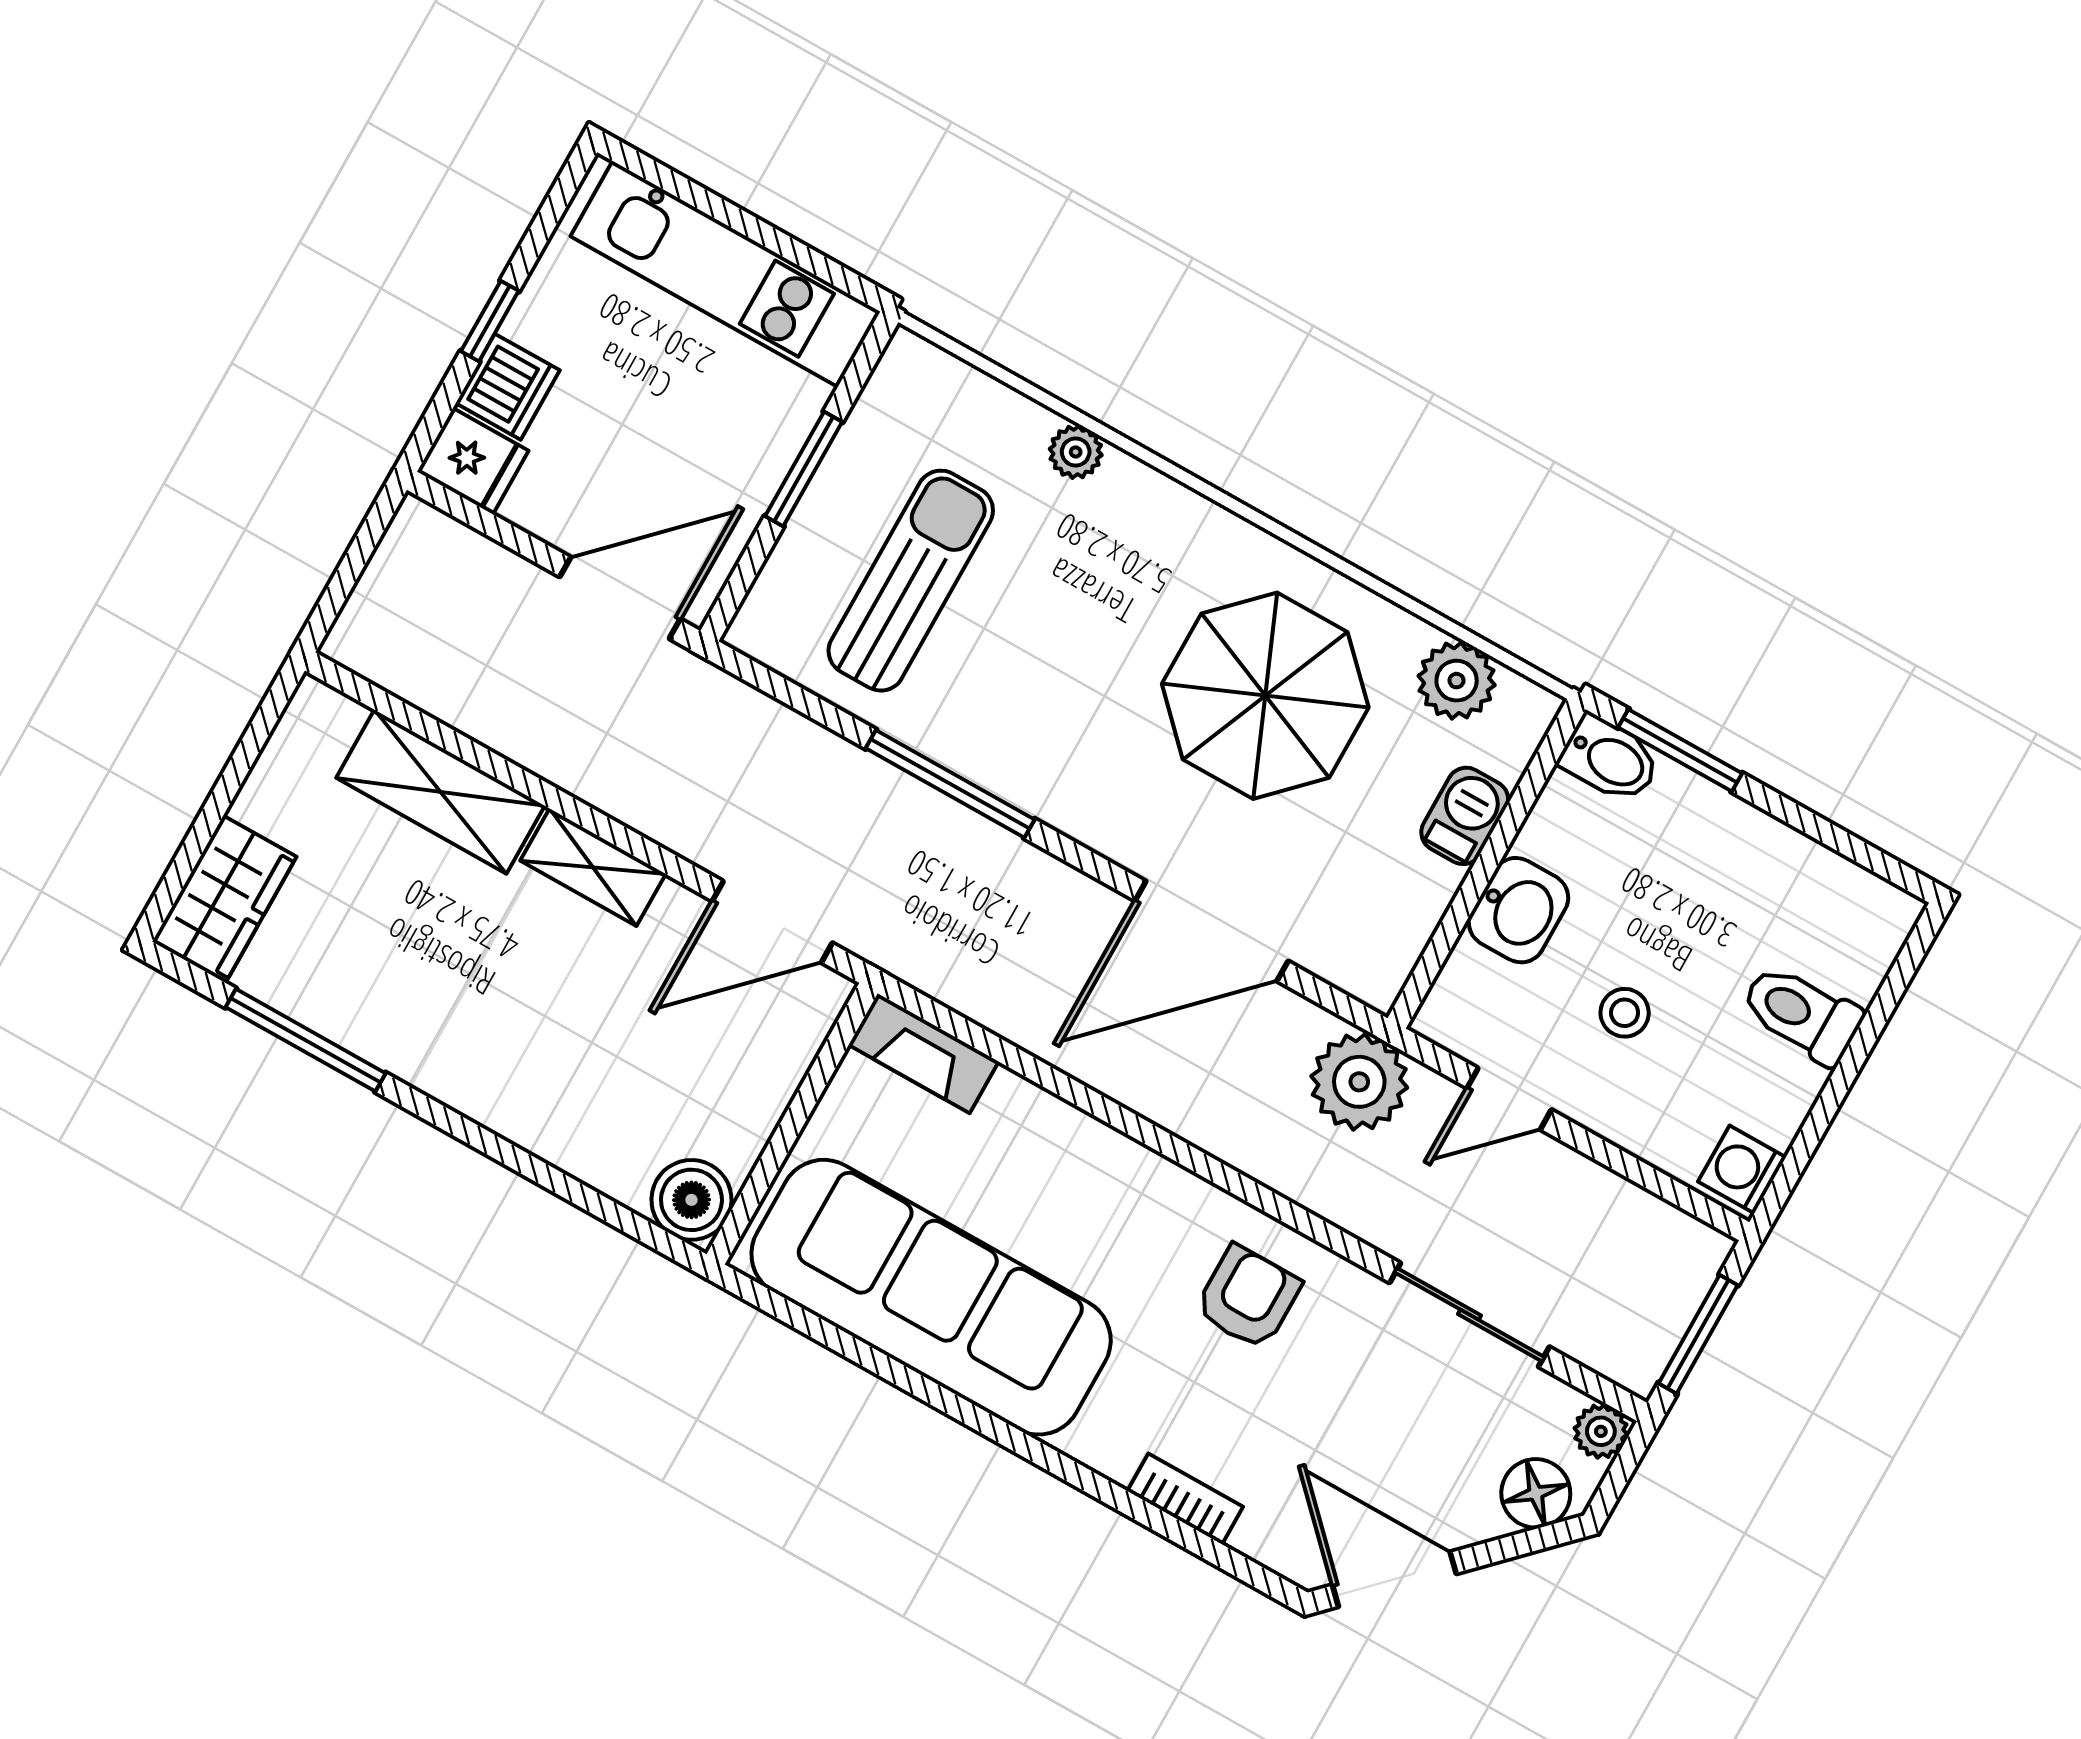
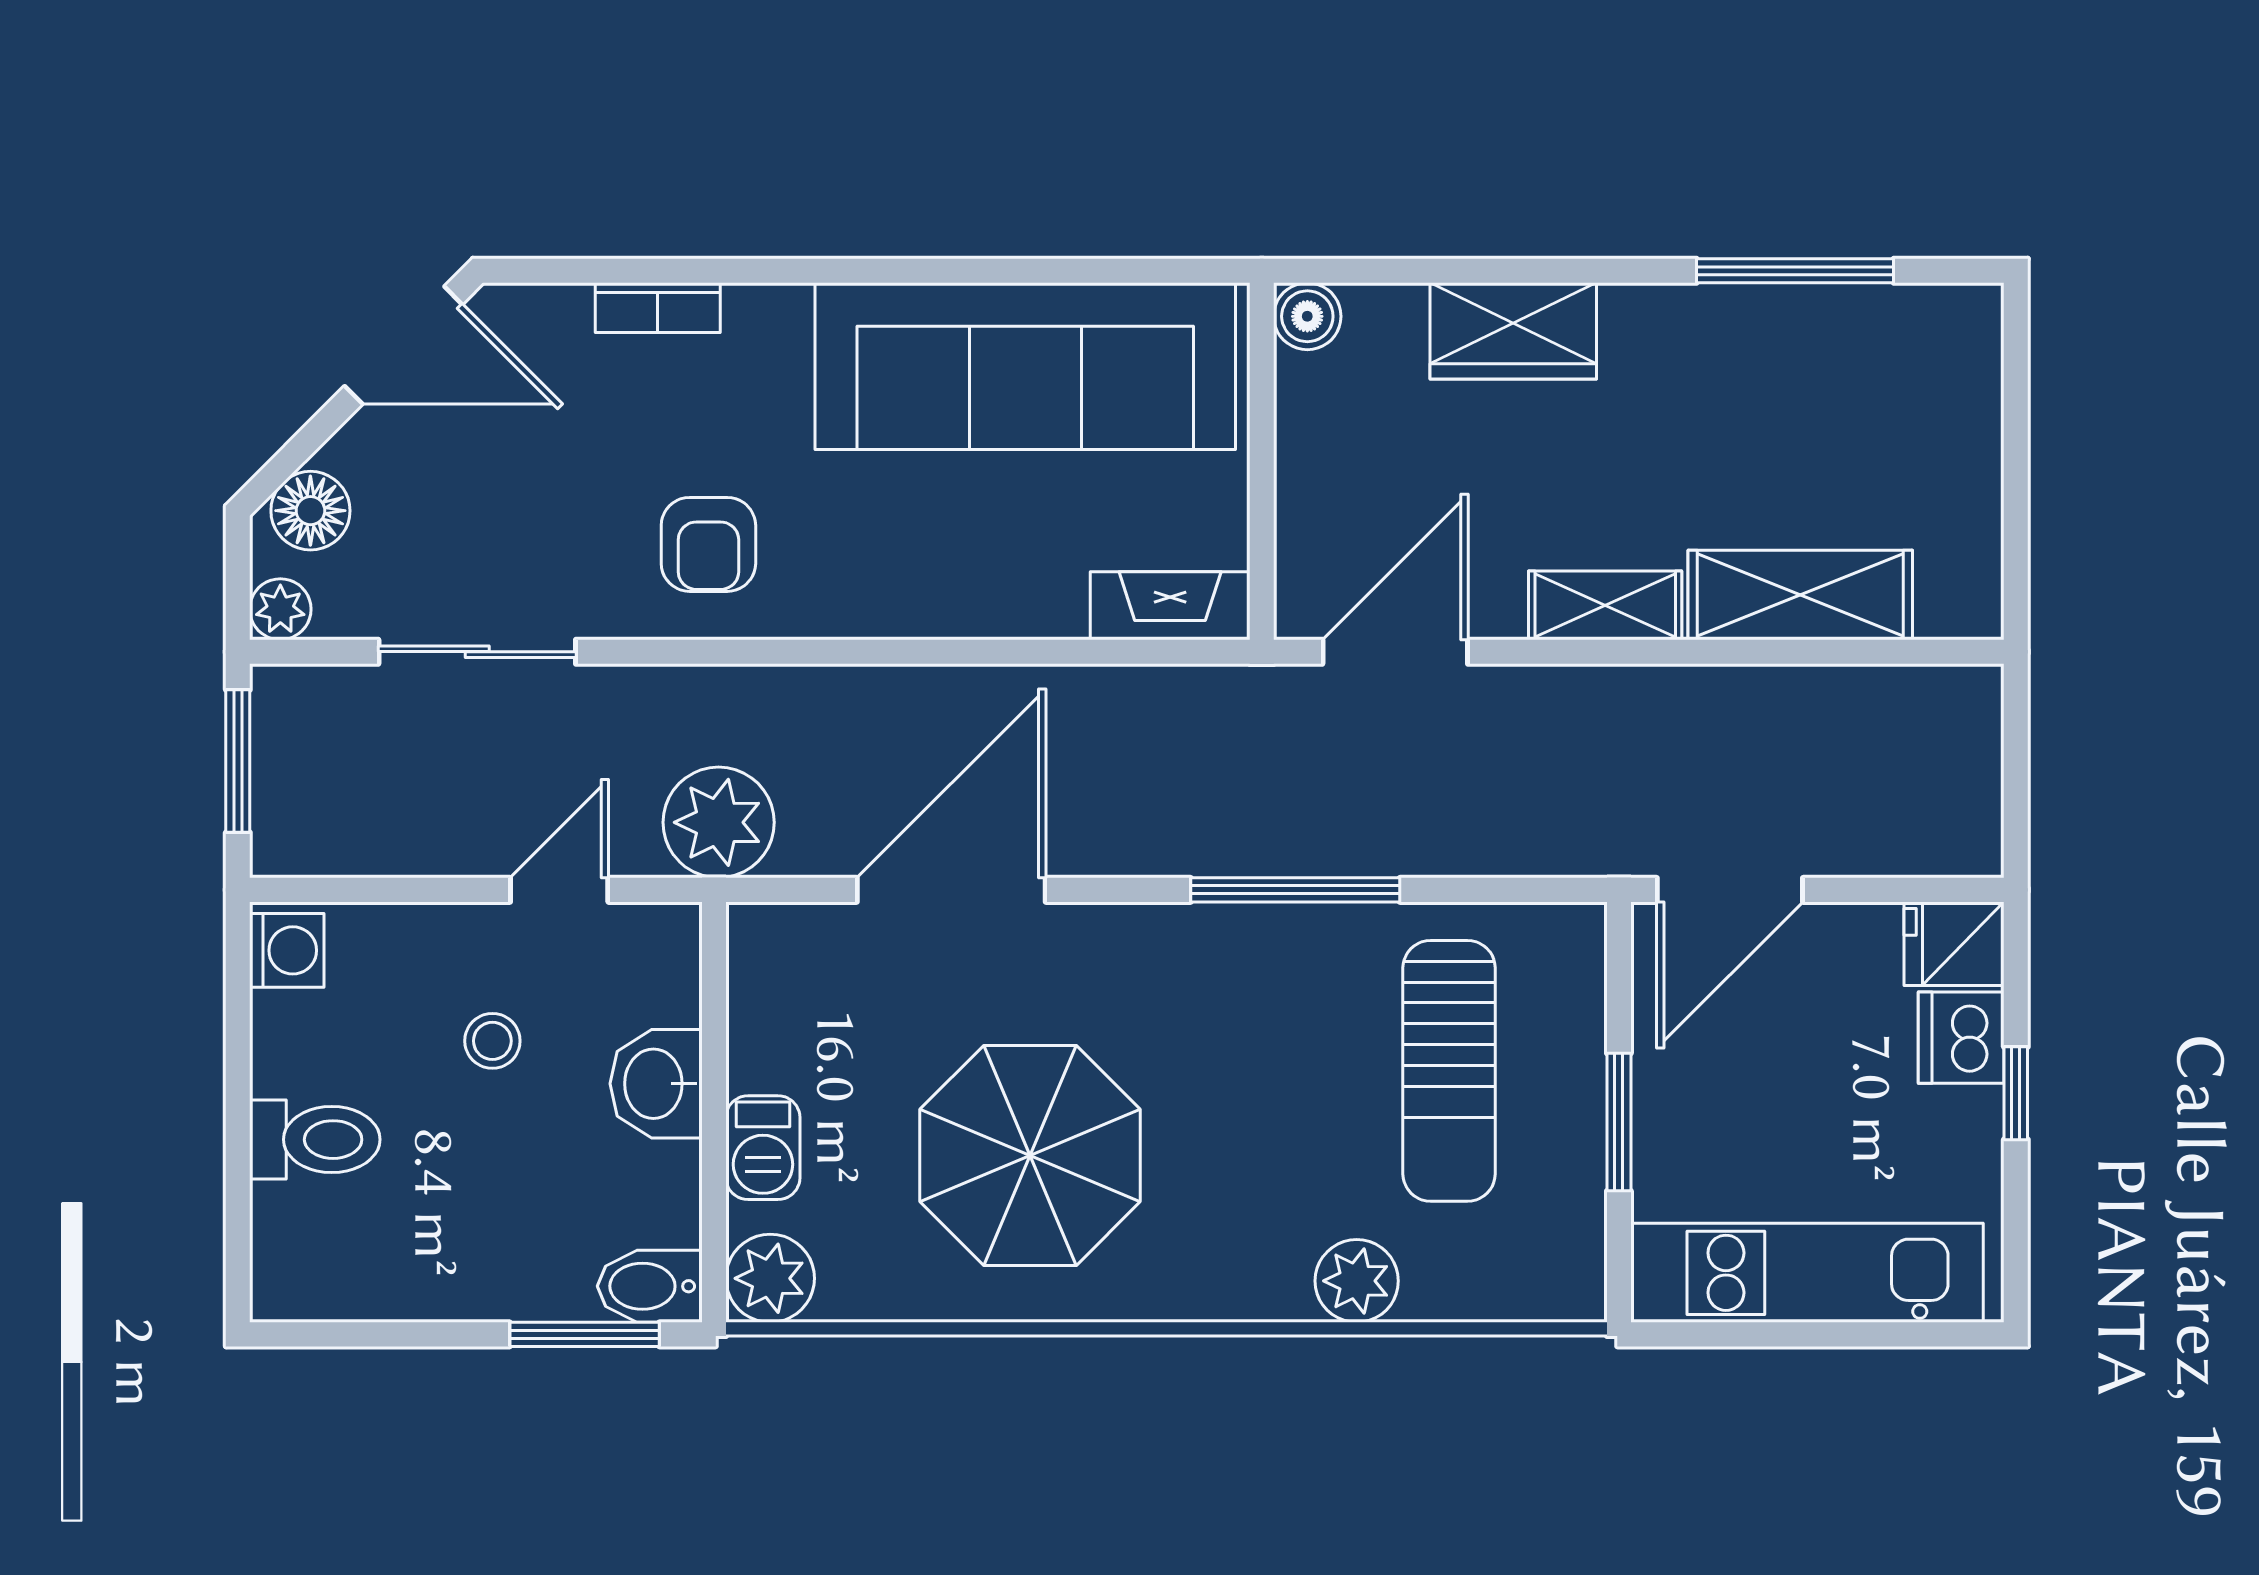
plant: (1076, 452) -> (1357, 1281), width x1.38, depth x1.38
plant: (1457, 681) -> (770, 1278), moved
wardrobe: (224, 899) -> (1513, 331), moved, turned -90
boiler: (691, 1200) -> (1307, 316), width x0.73, depth x0.73

